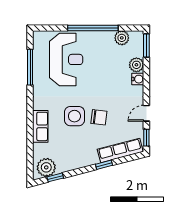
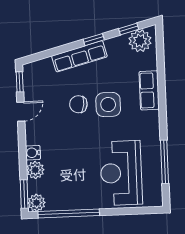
window: (93, 28) -> (69, 213), moved
plant: (122, 38) -> (37, 203), moved
row of seats: (120, 151) -> (79, 56), moved
window: (104, 165) -> (94, 40), moved

